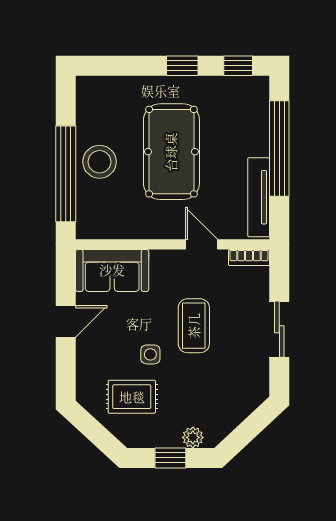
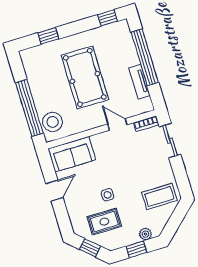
window: (182, 66) -> (48, 36), moved
stool: (100, 162) -> (53, 122), moved
tv unit: (259, 197) -> (139, 82), width x0.71
coffee table: (194, 326) -> (159, 196), moved, turned 90
sliding door: (279, 329) -> (170, 141), moved
window: (95, 432) -> (90, 248), added

